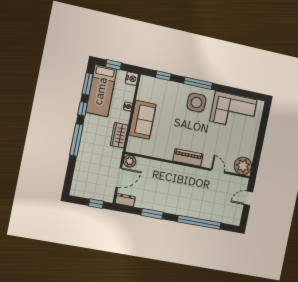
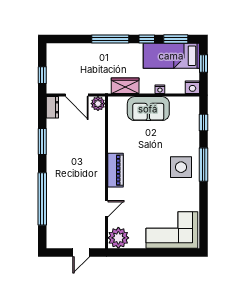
corner sofa: (233, 110) -> (172, 230), moved, turned 90
door: (248, 198) -> (81, 252), swing flipped

